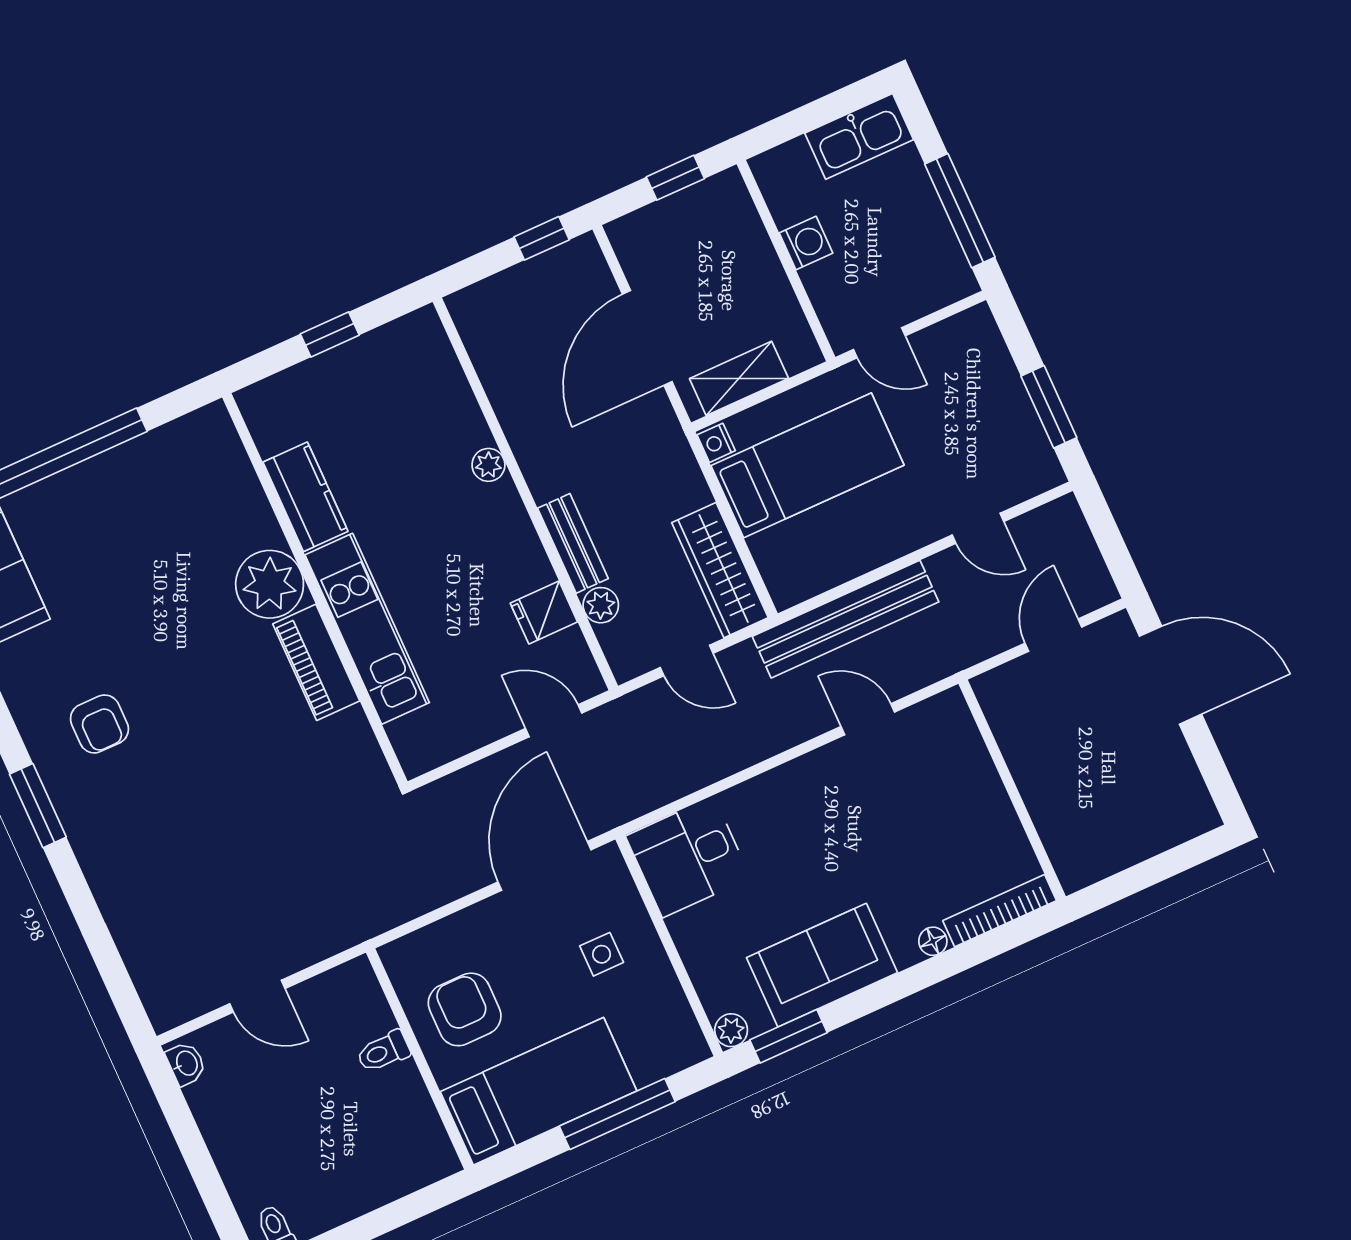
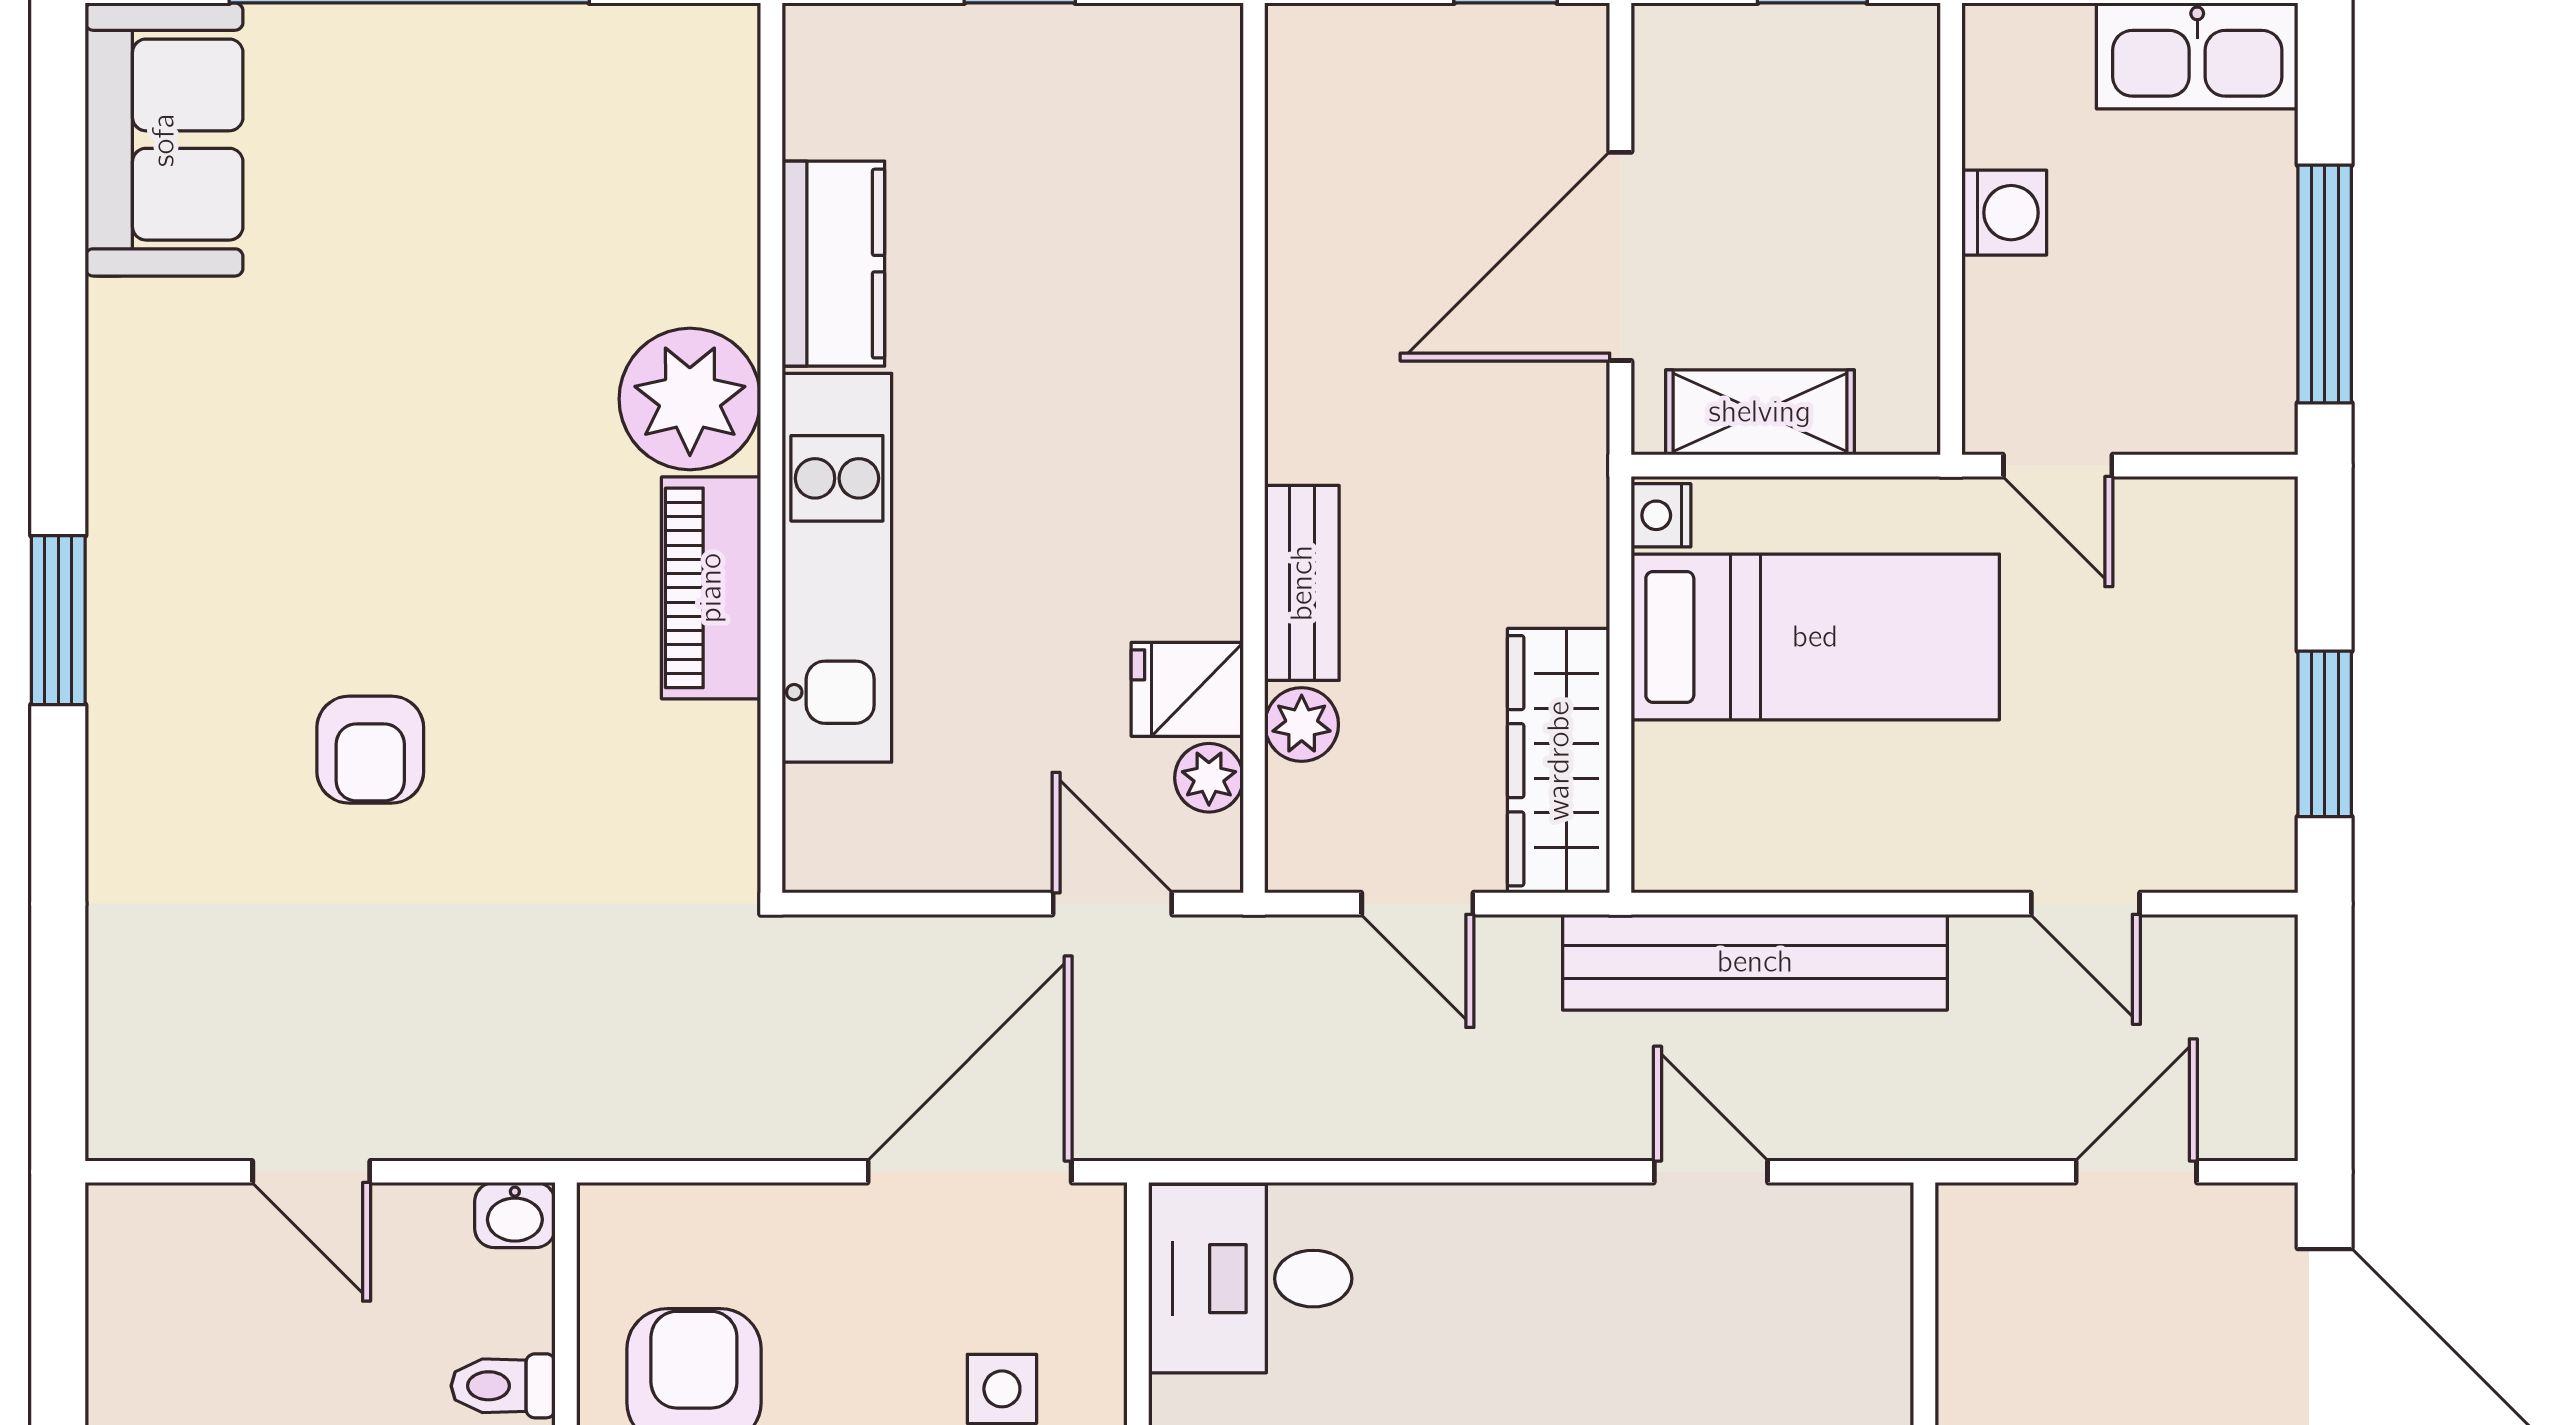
plant: (488, 465) -> (1209, 778), moved
armchair: (99, 724) -> (370, 750), moved
washbasin: (186, 1063) -> (515, 1215), moved, turned 90

